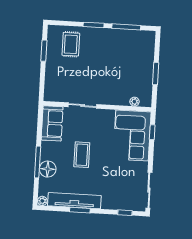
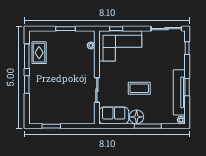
rug: (71, 44) -> (39, 53), moved, turned 90
floor lamp: (48, 169) -> (137, 117), moved

